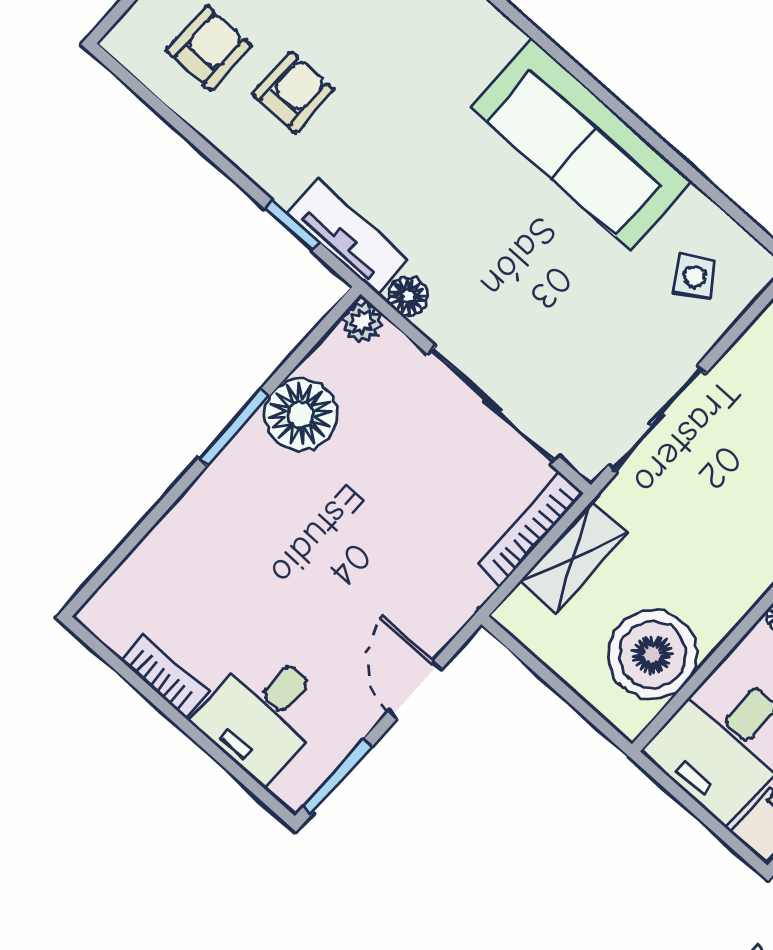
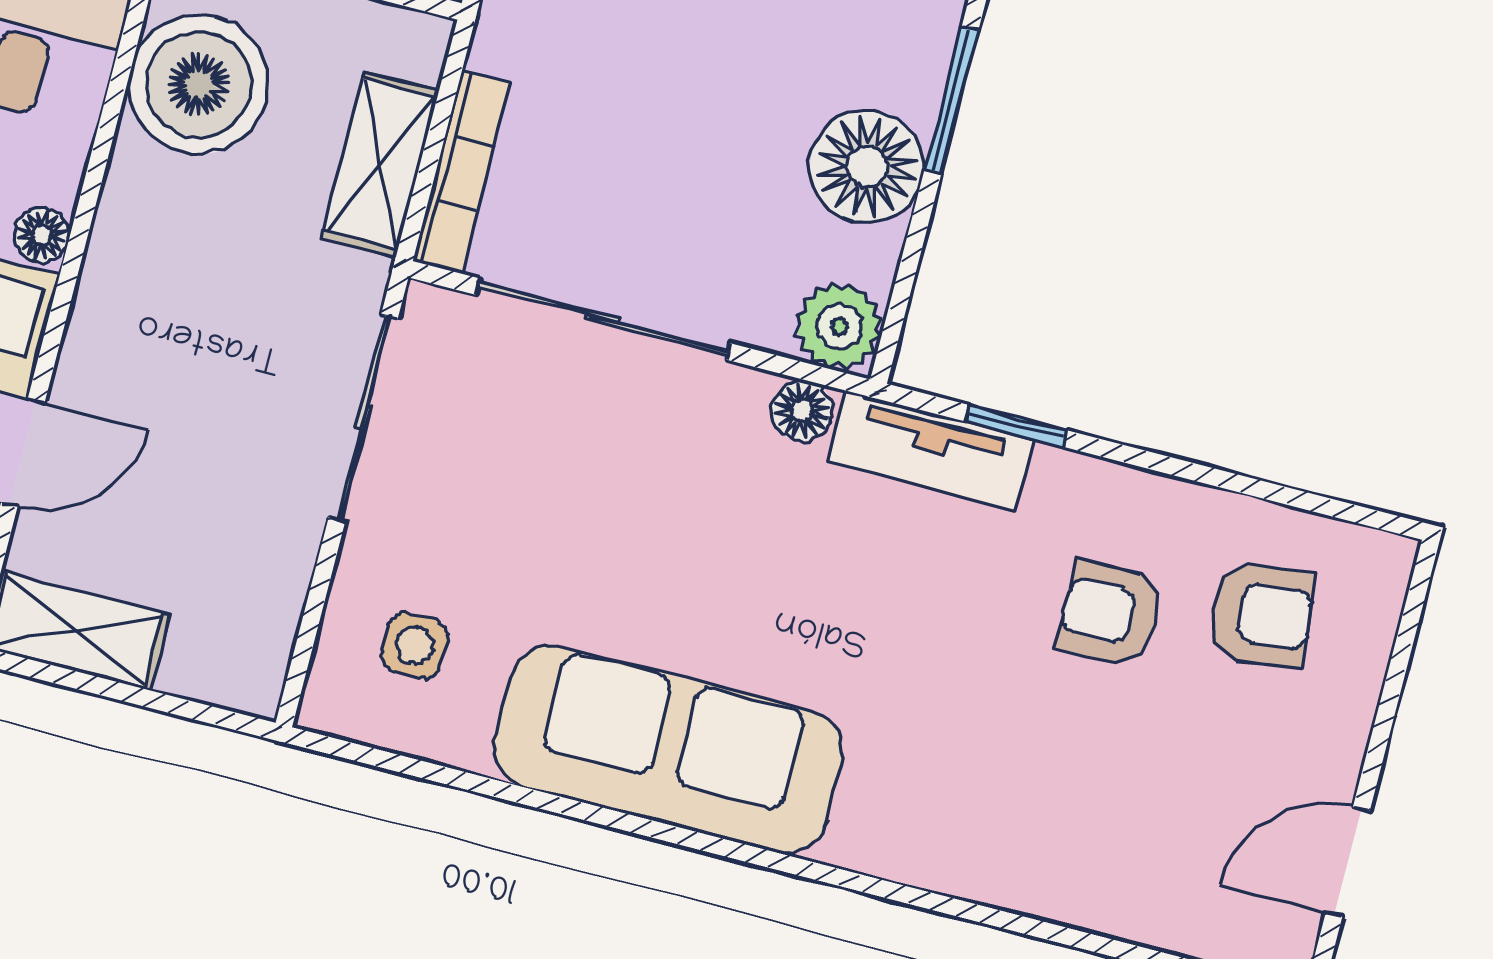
armchair: (209, 48) -> (1261, 615), turned -97
armchair: (293, 92) -> (1111, 614), turned 90
side table: (694, 276) -> (415, 646), turned 32
plant: (362, 322) -> (839, 326), width x1.38, depth x1.38

